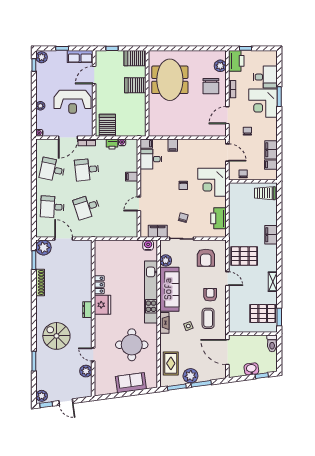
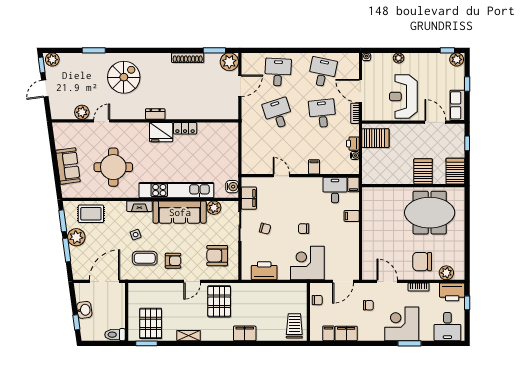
desk: (265, 77) -> (447, 327), moved

